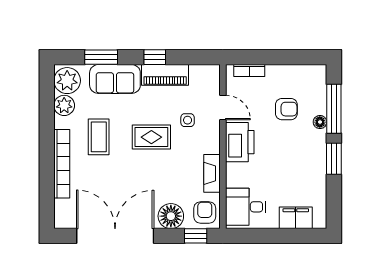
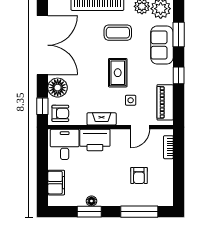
piano: (165, 75) -> (165, 102), moved
floor lamp: (320, 122) -> (91, 201), moved
printer: (240, 142) -> (95, 140), moved
window: (334, 159) -> (89, 212), moved
fireplace: (212, 173) -> (102, 119), moved

